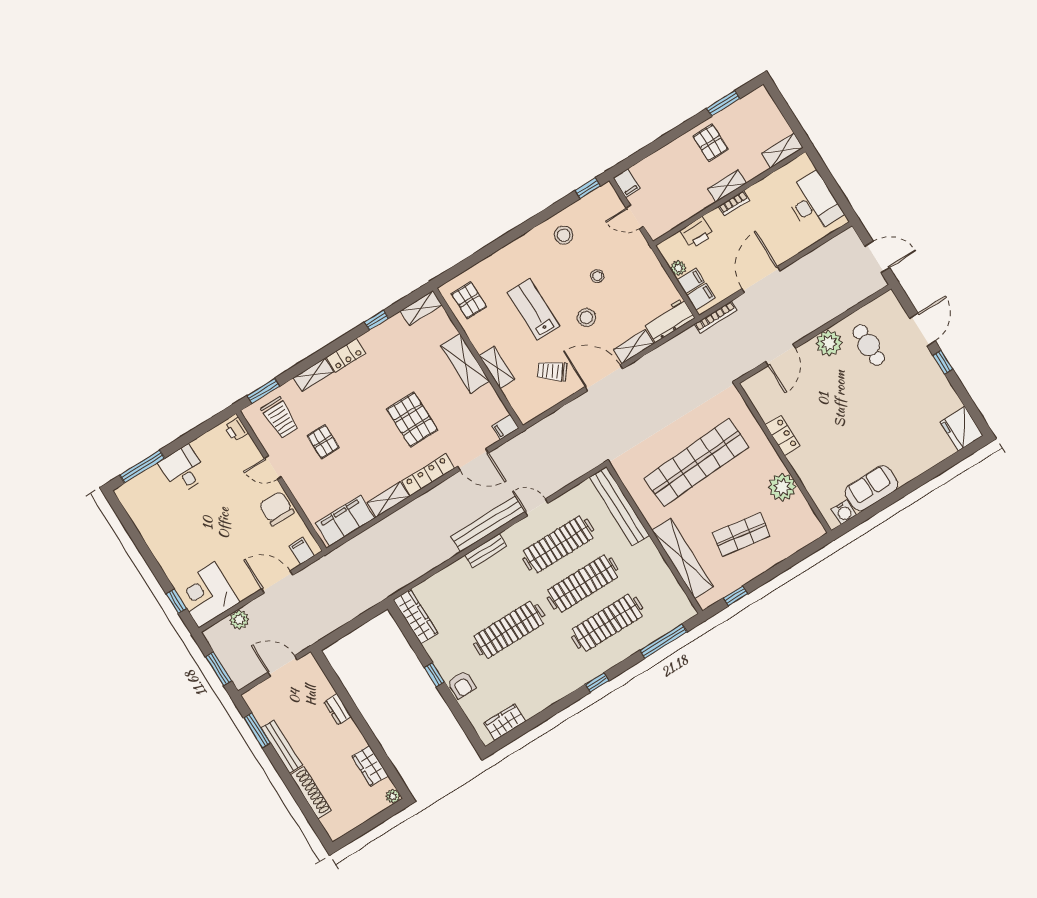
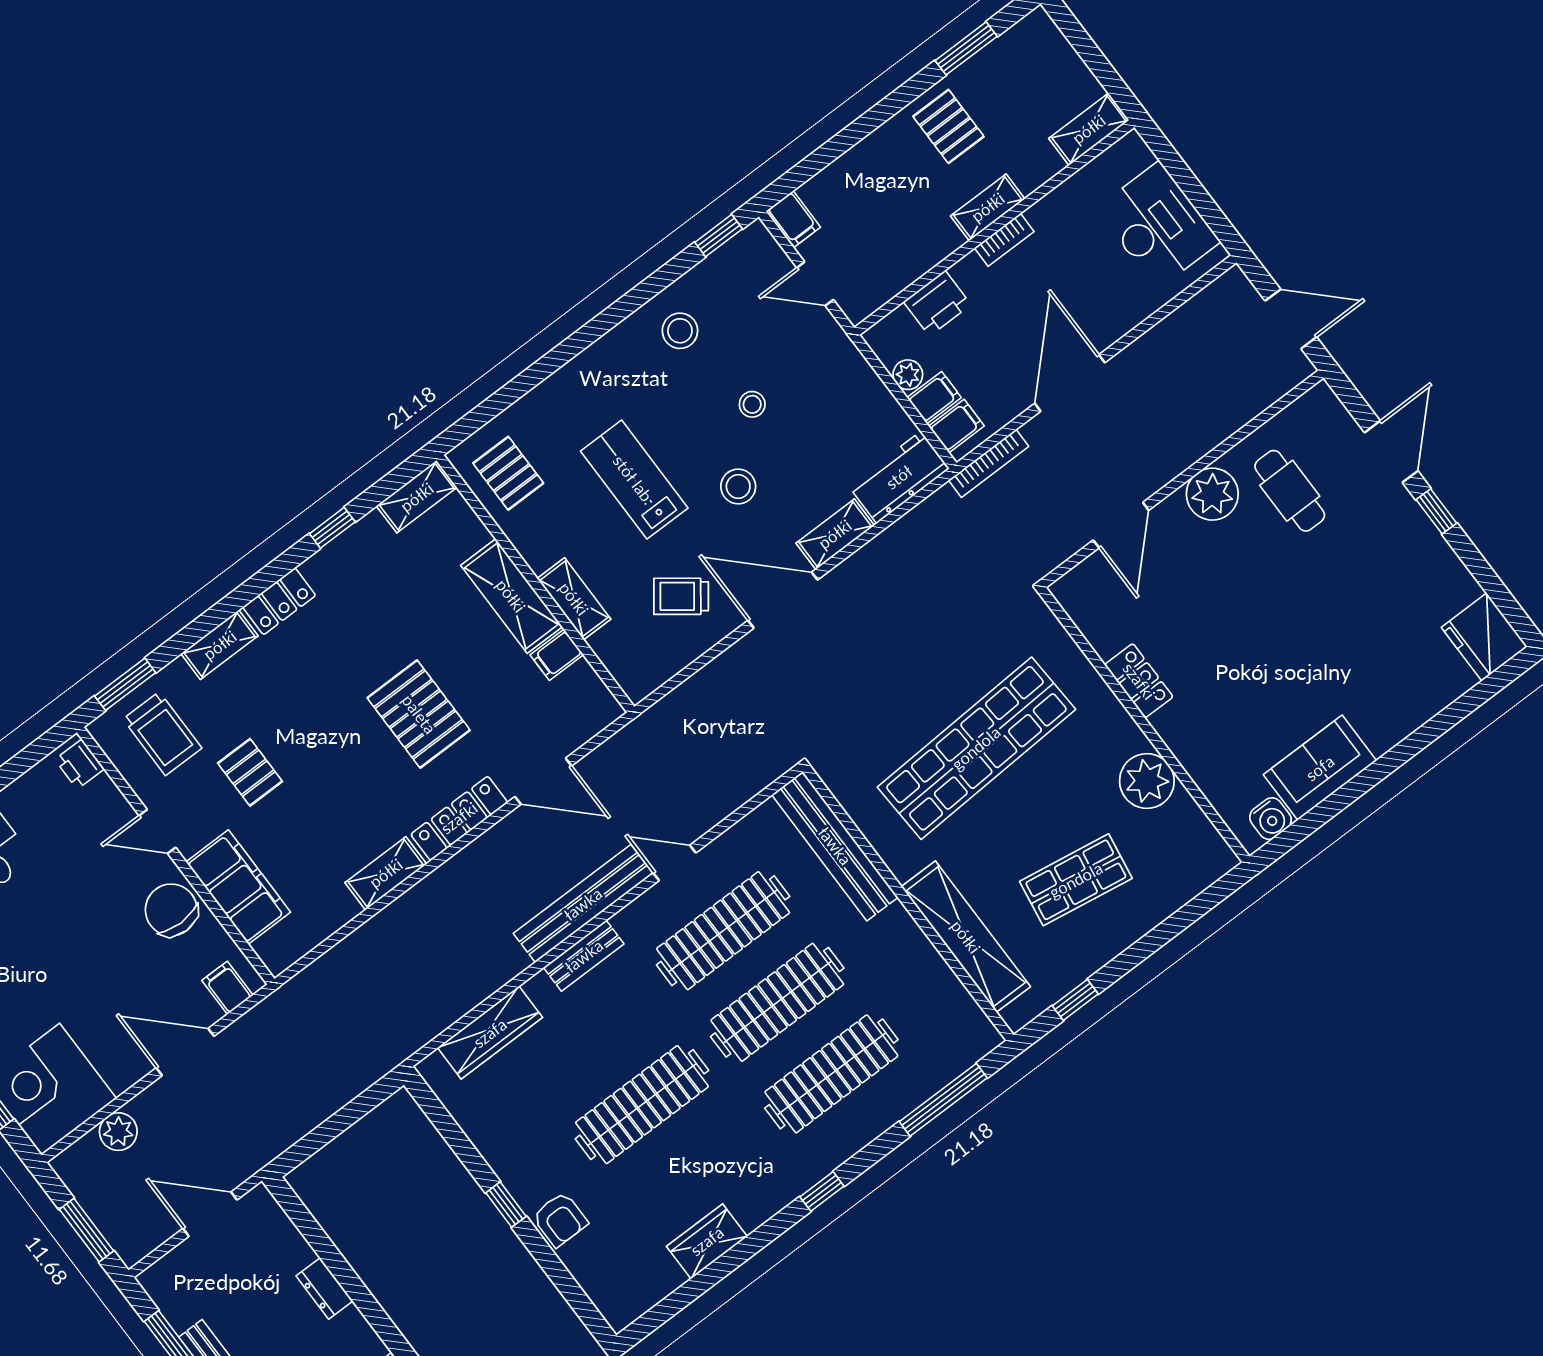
filing cabinet: (505, 427) -> (557, 655), moved
filing cabinet: (345, 521) -> (238, 887), moved, turned 90
wardrobe: (416, 617) -> (490, 1033), moved, turned 90
wardrobe: (505, 722) -> (707, 1241), moved

